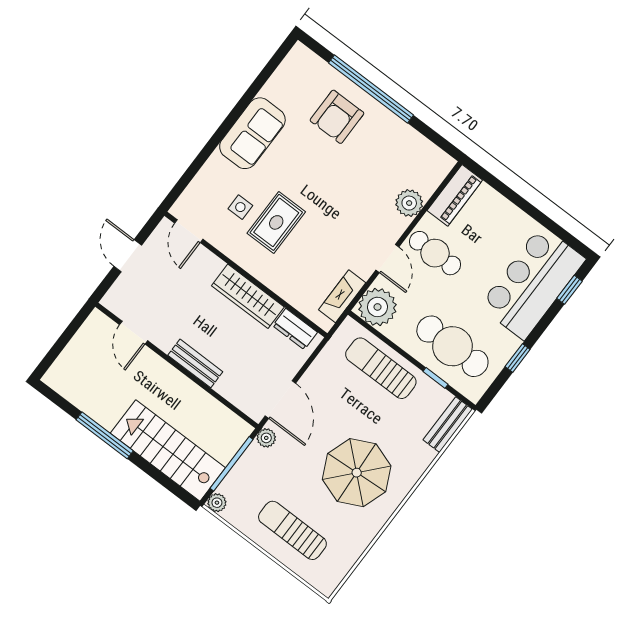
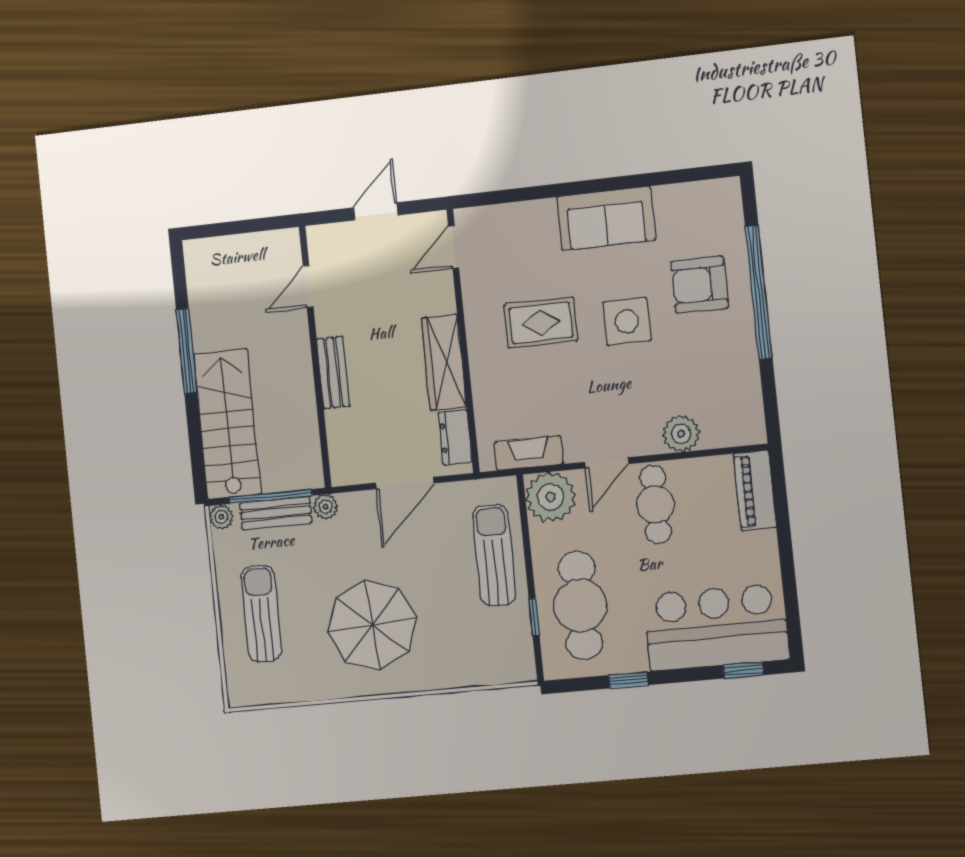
piano: (455, 195) -> (755, 491), moved, turned 90
side table: (240, 207) -> (627, 321), moved, width x1.87, depth x1.87
door: (280, 399) -> (405, 483), moved
bench: (448, 425) -> (276, 513), moved

